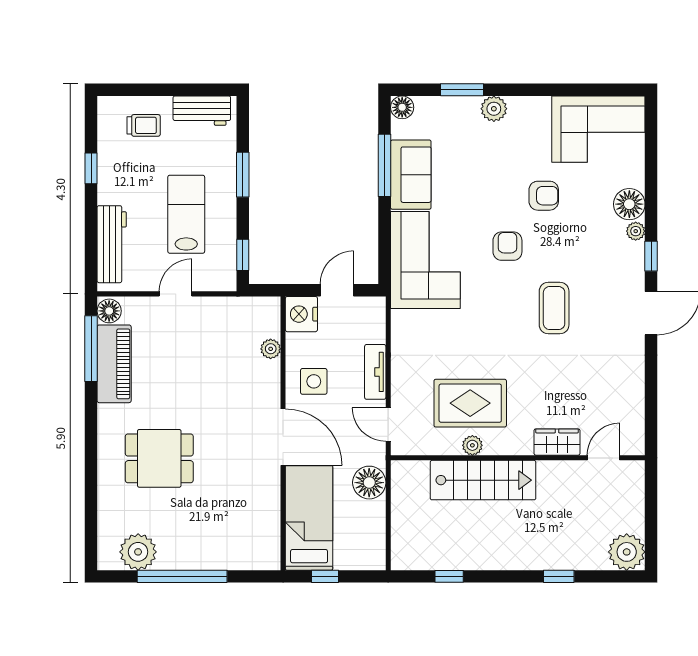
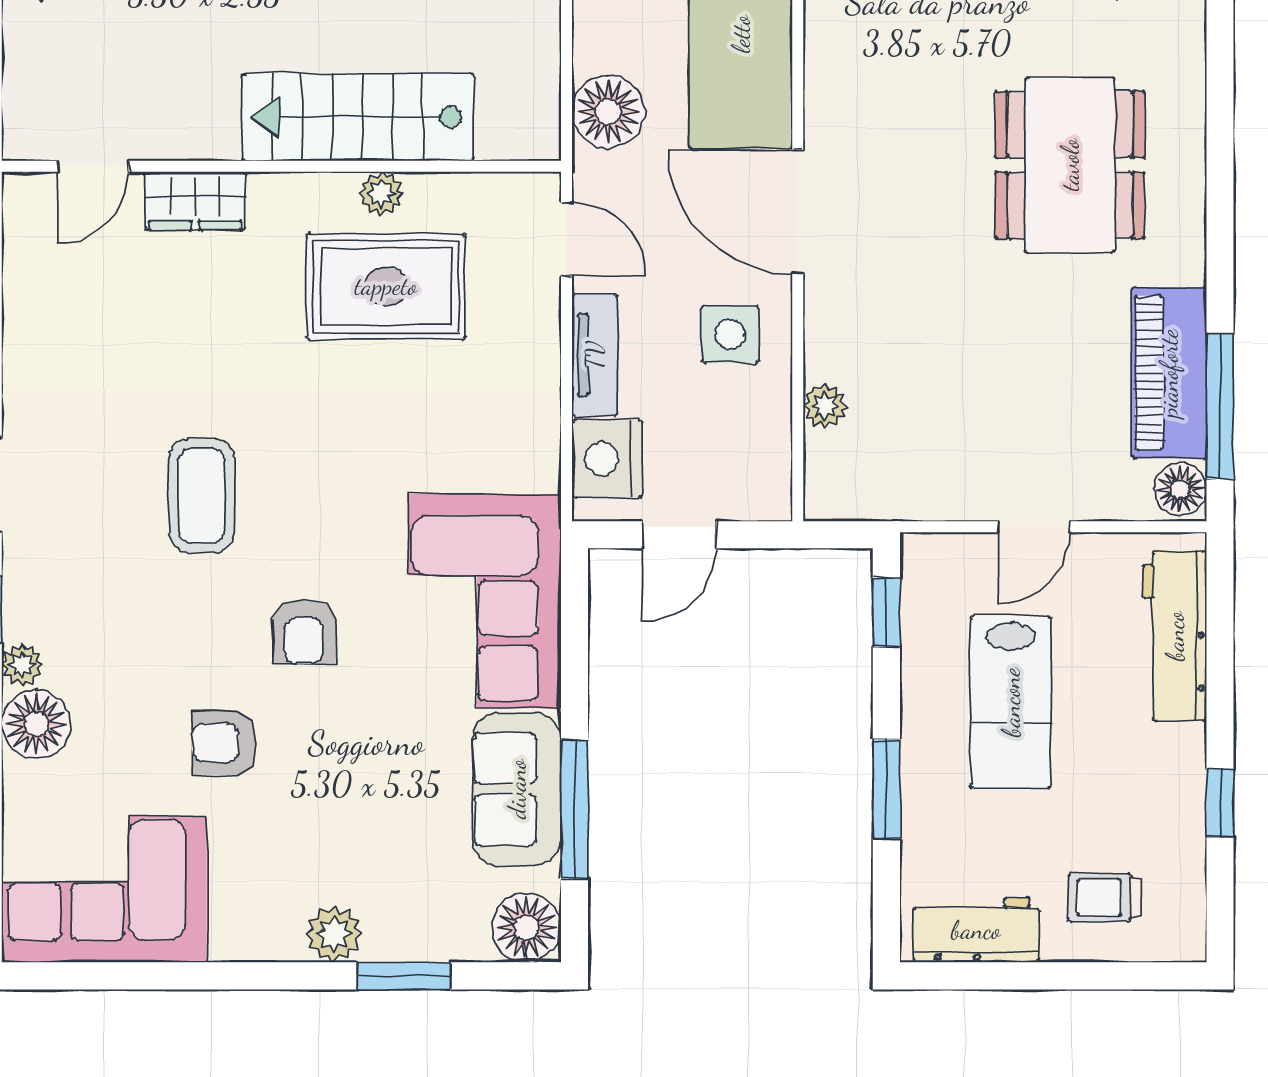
floor lamp: (402, 107) -> (526, 928), width x1.38, depth x1.38
nightstand: (301, 314) -> (607, 459), moved, turned 180
dining table: (159, 458) -> (1070, 165), width x1.38

